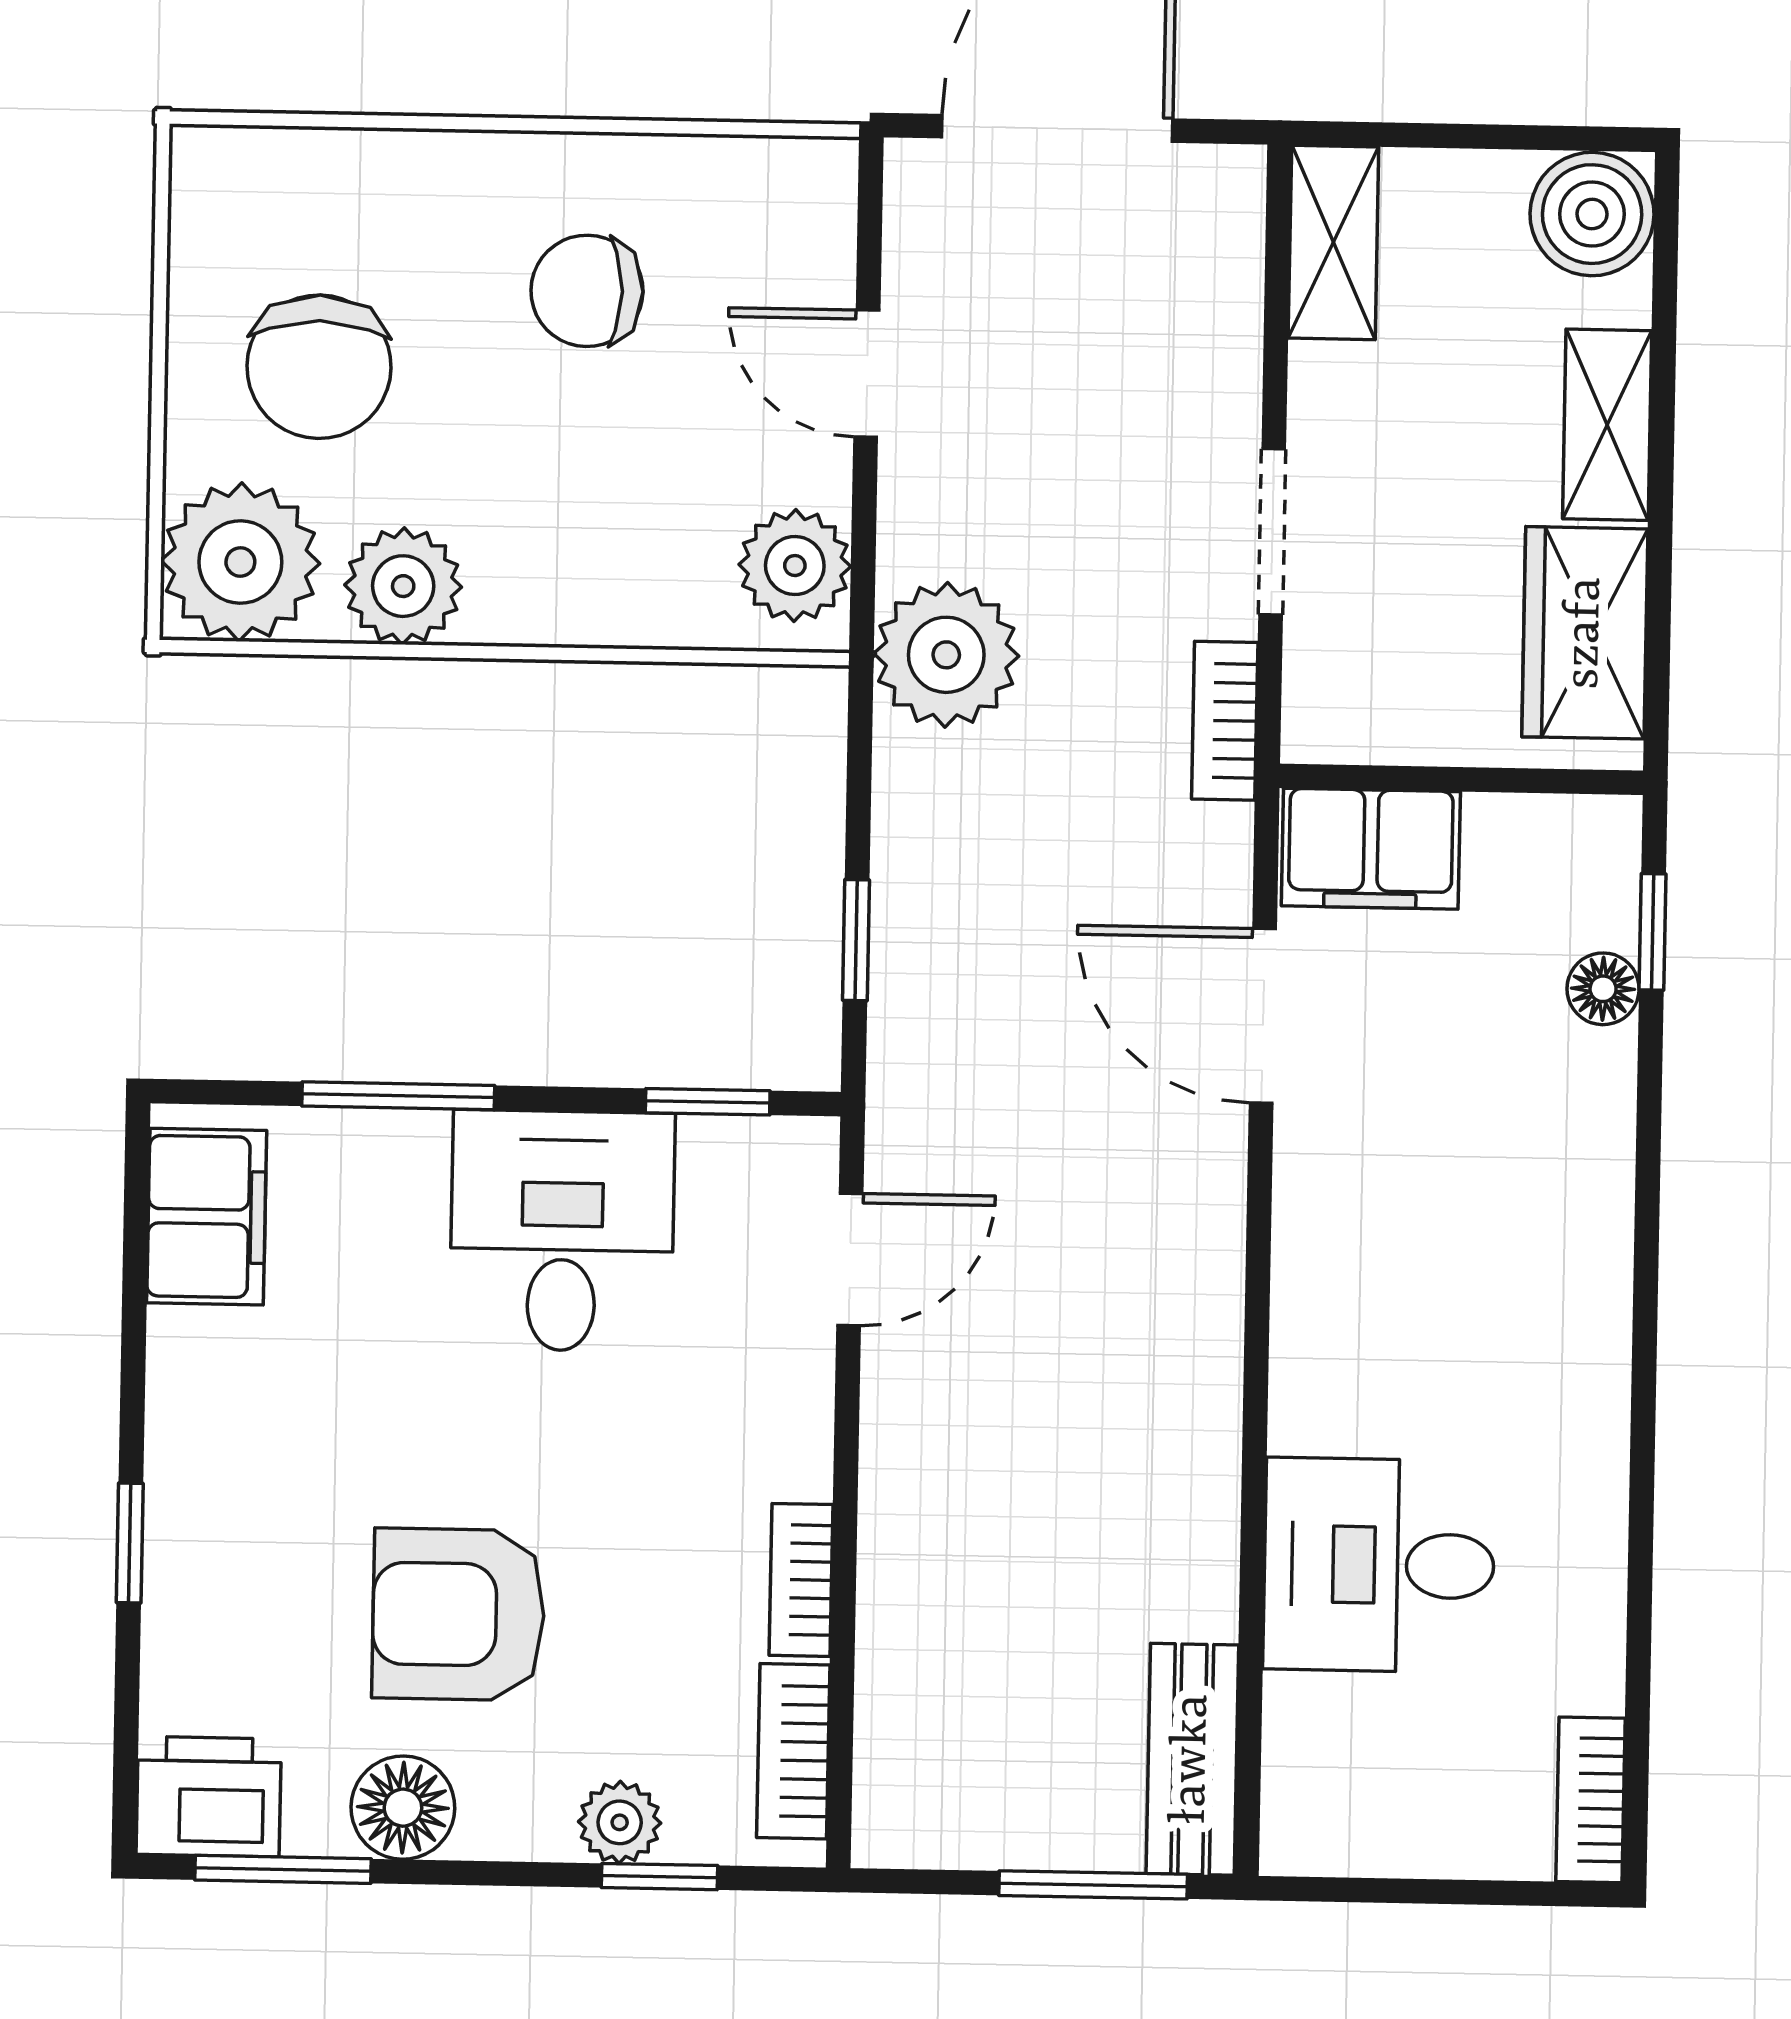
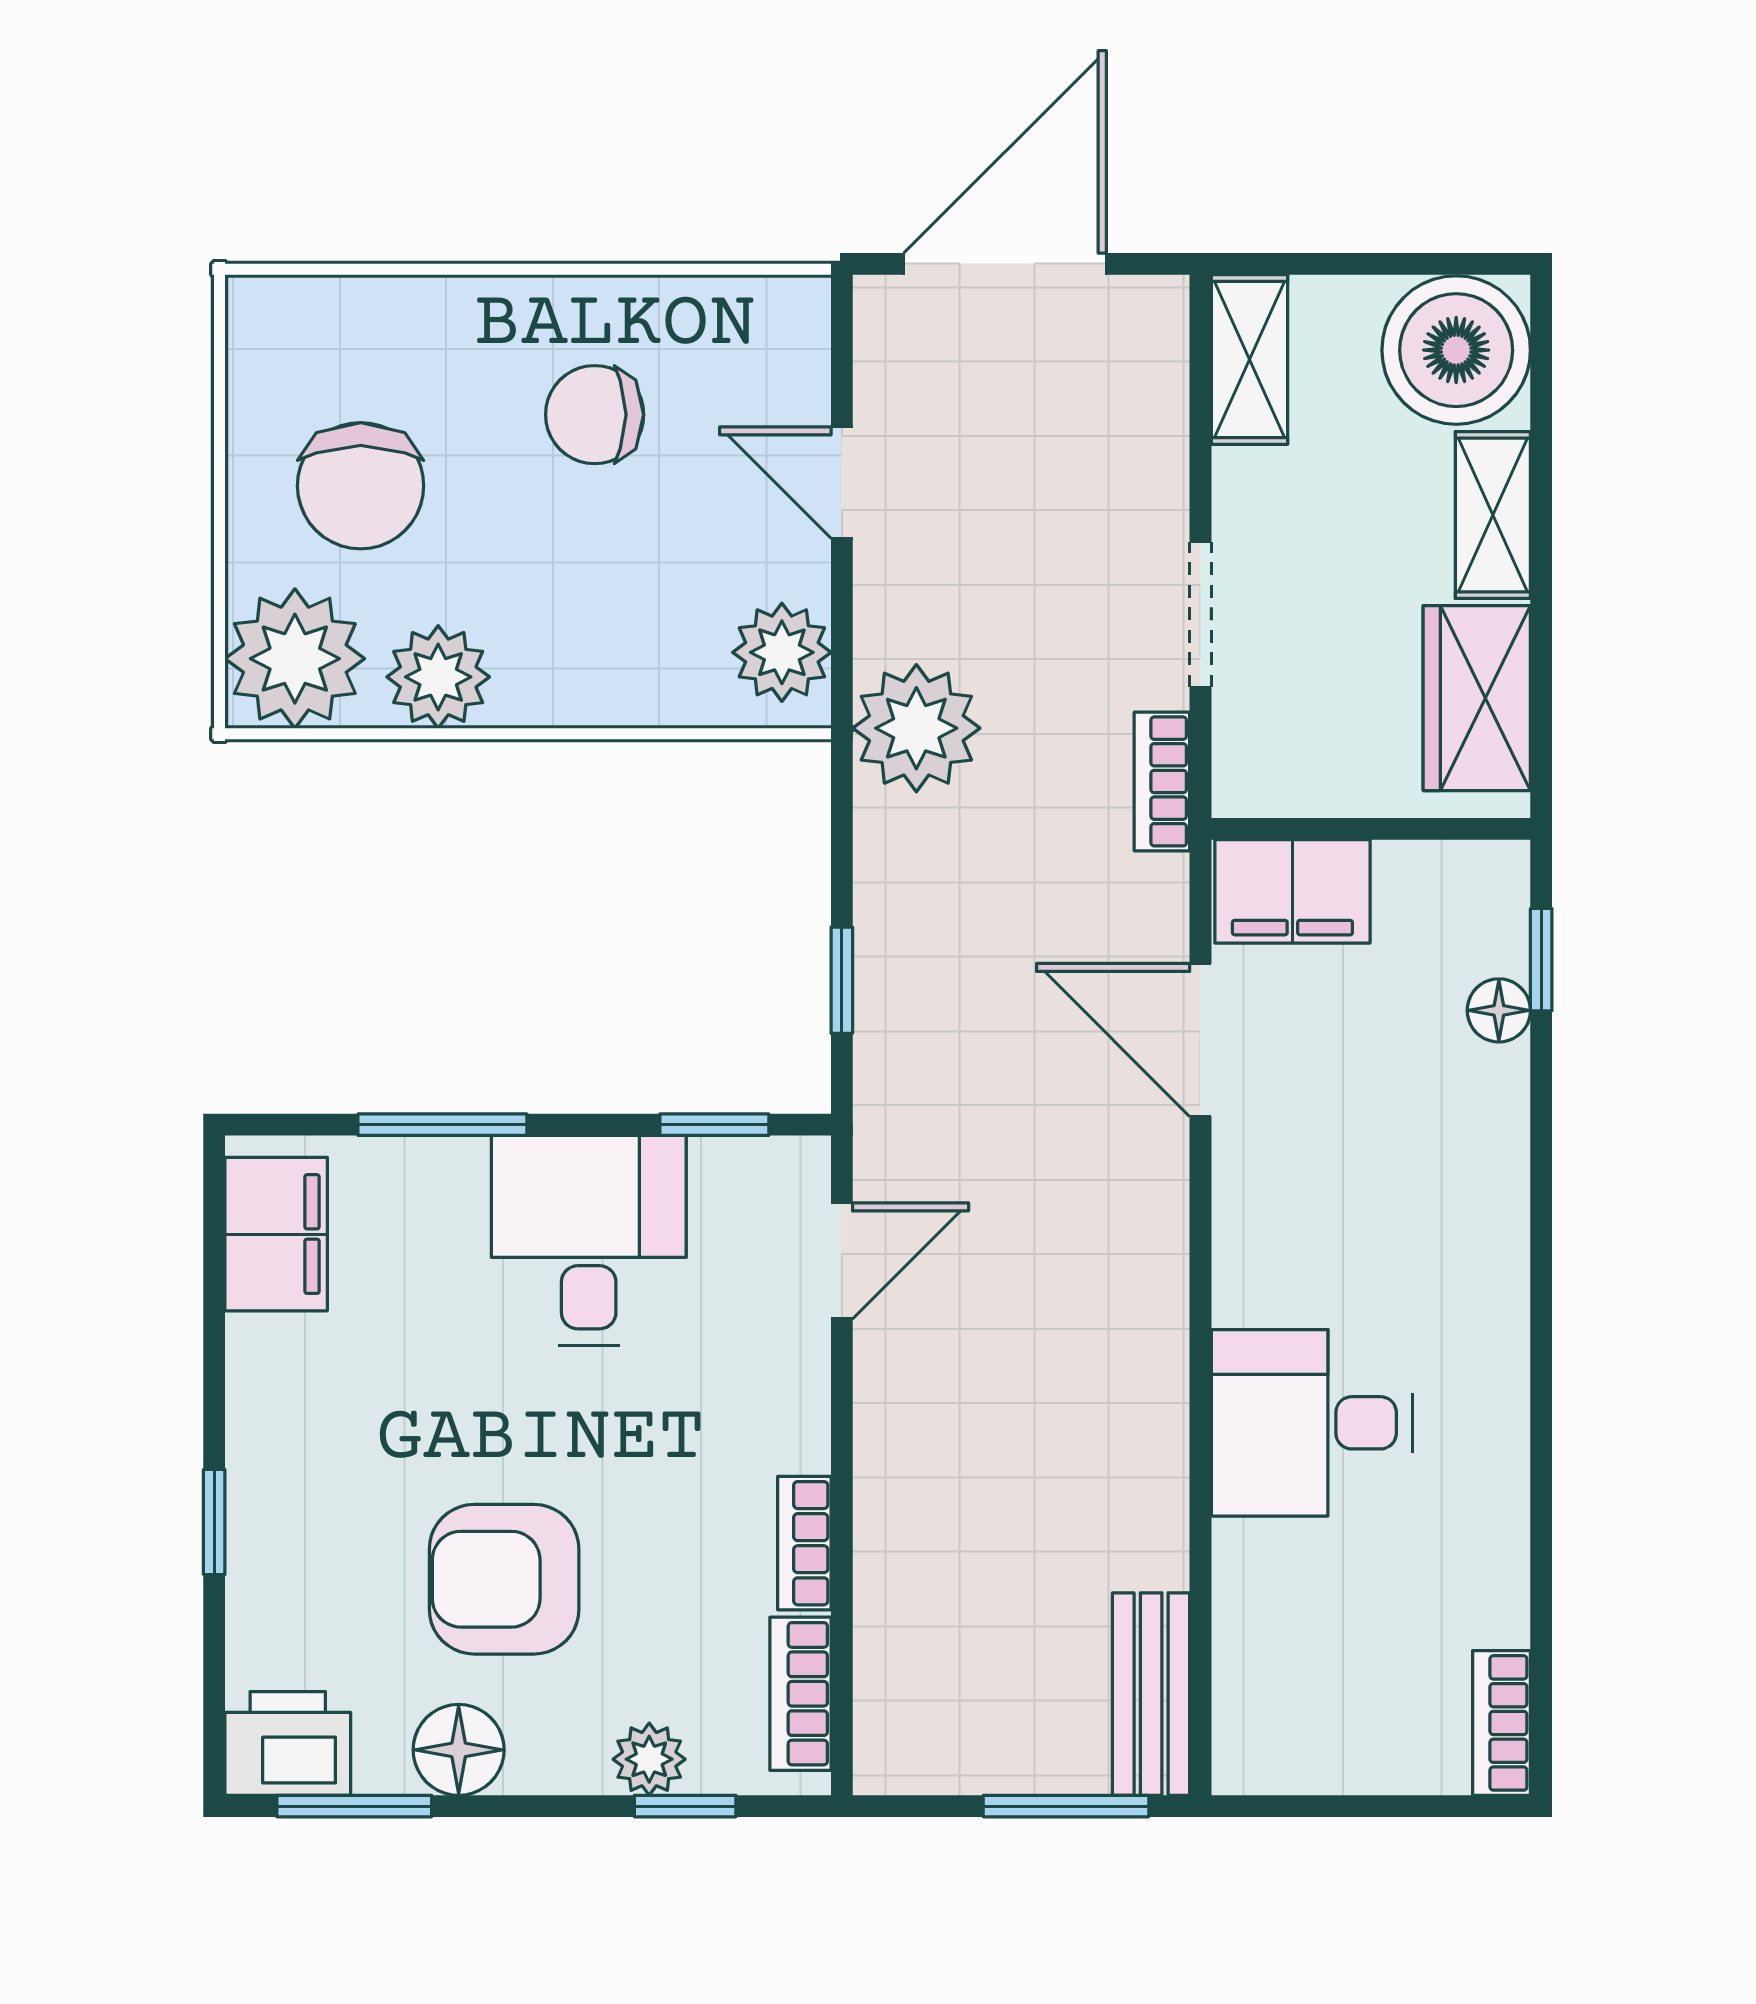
boiler: (1592, 214) -> (1456, 350), width x1.37, depth x1.37
desk: (1379, 1565) -> (1312, 1423), moved

